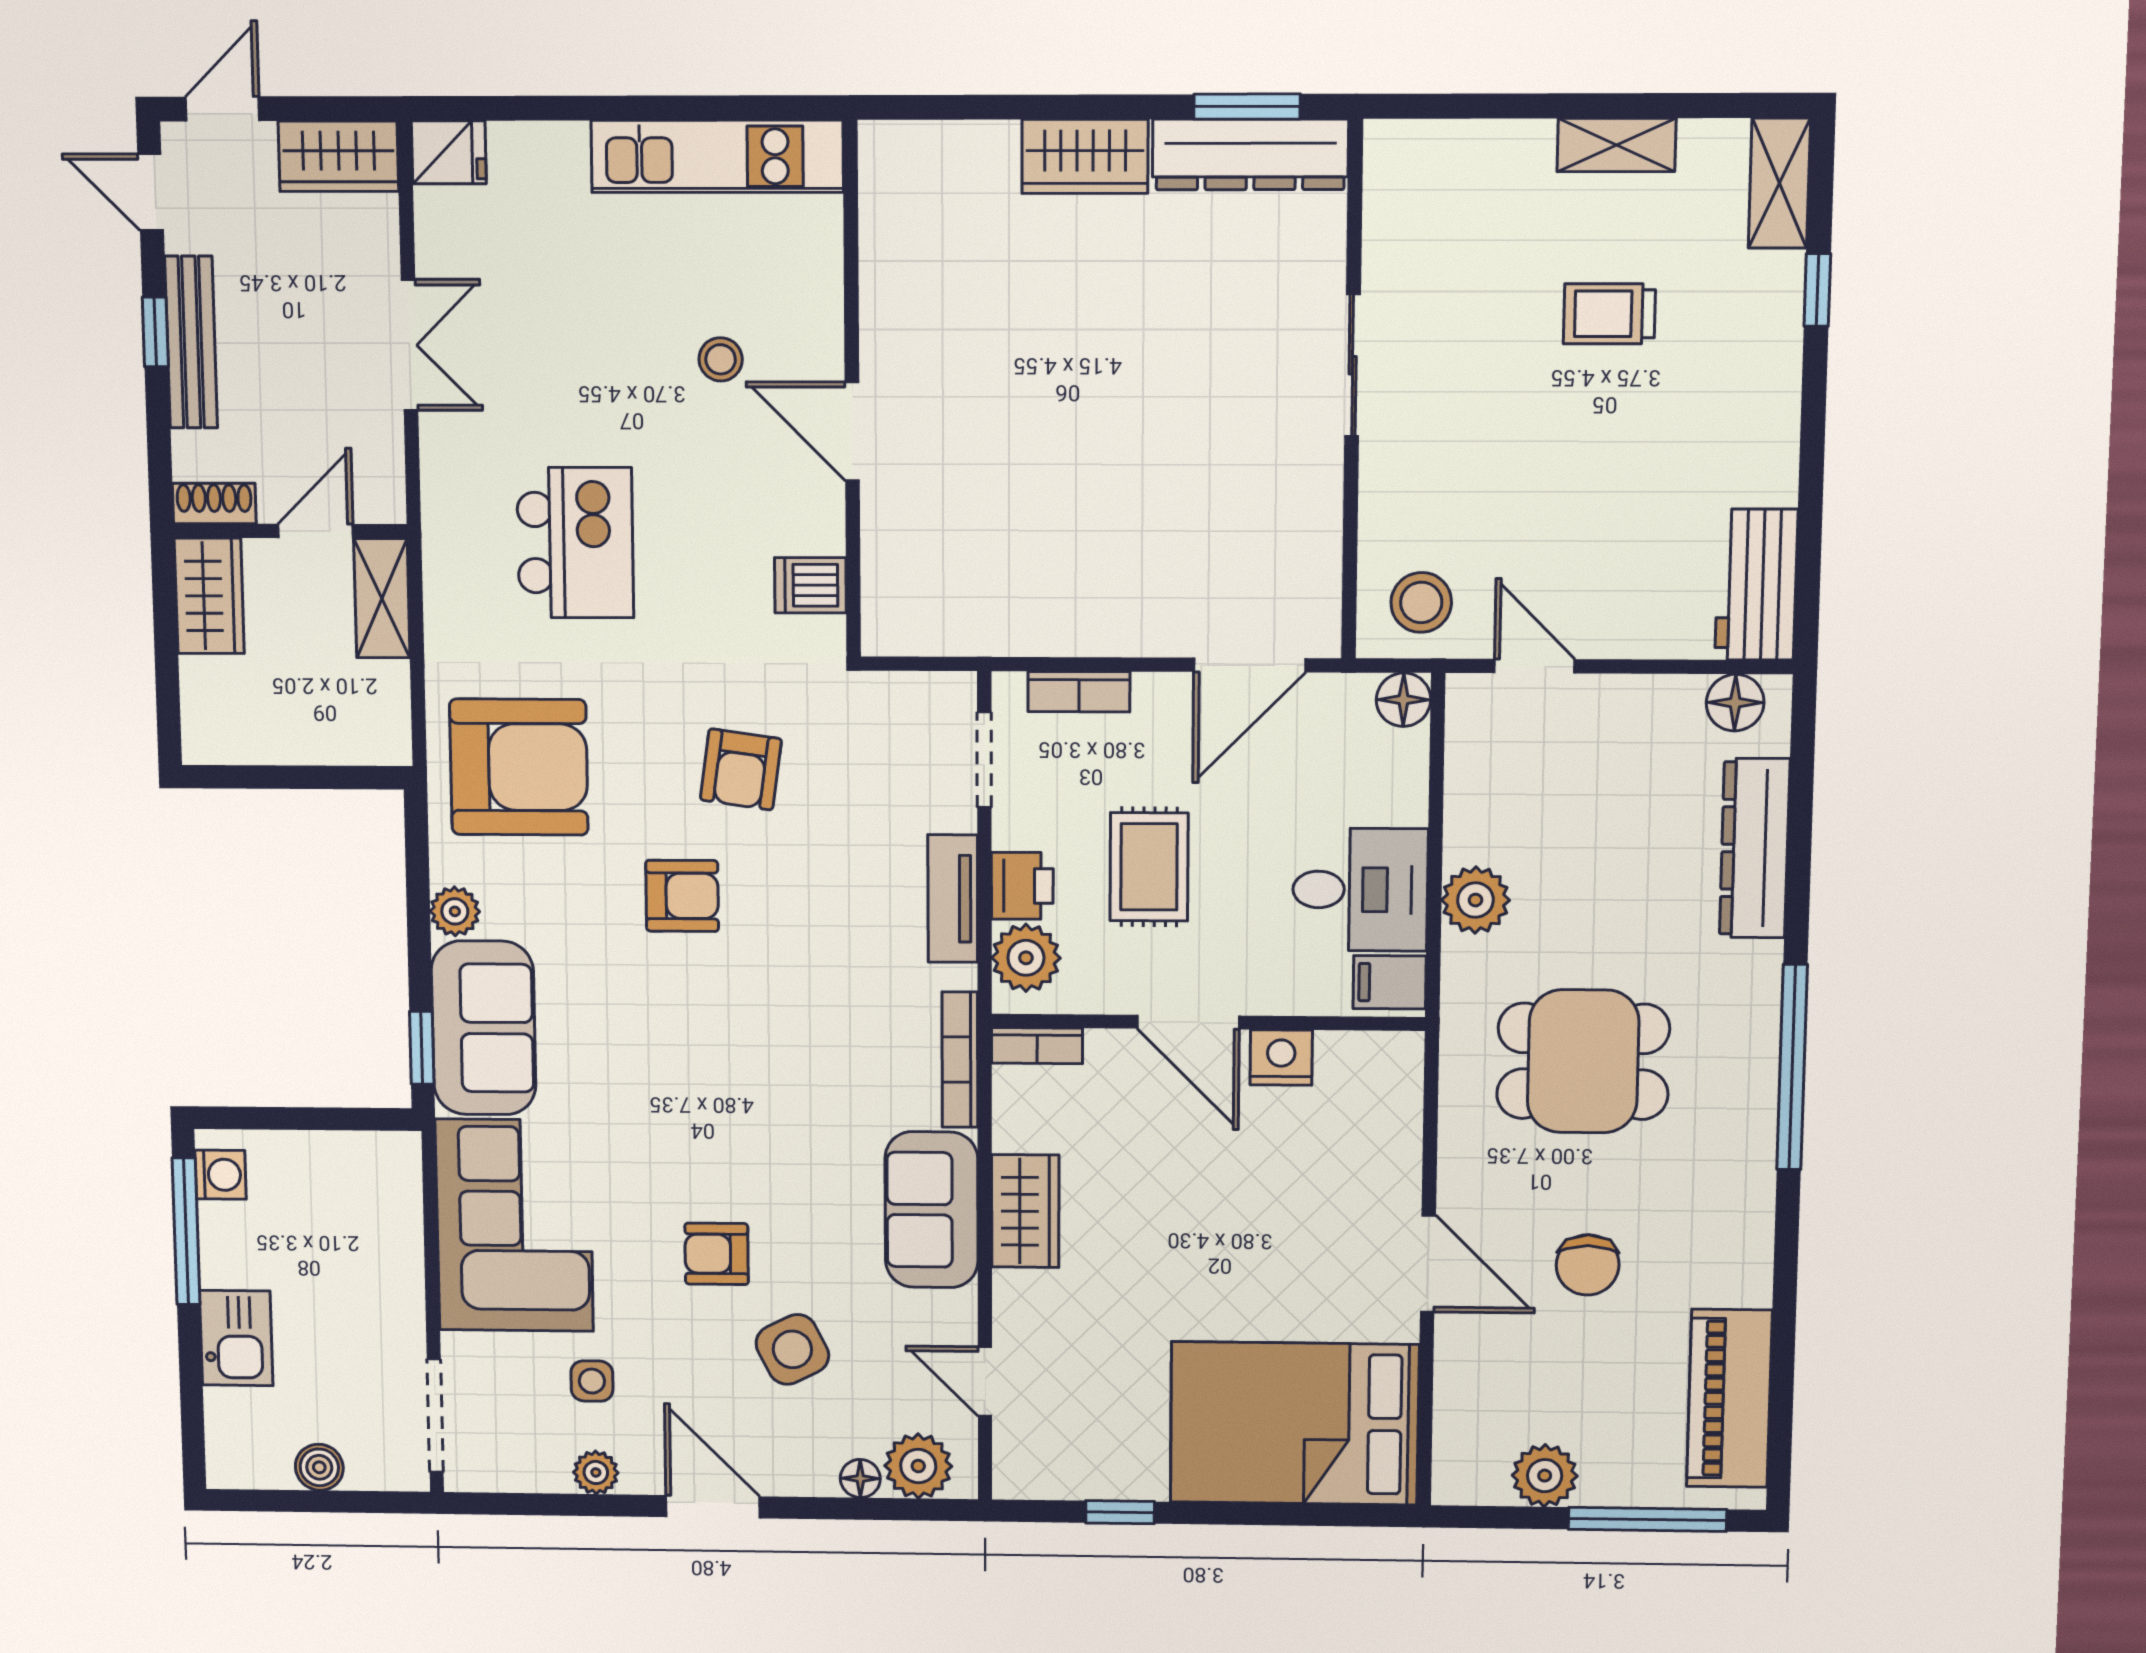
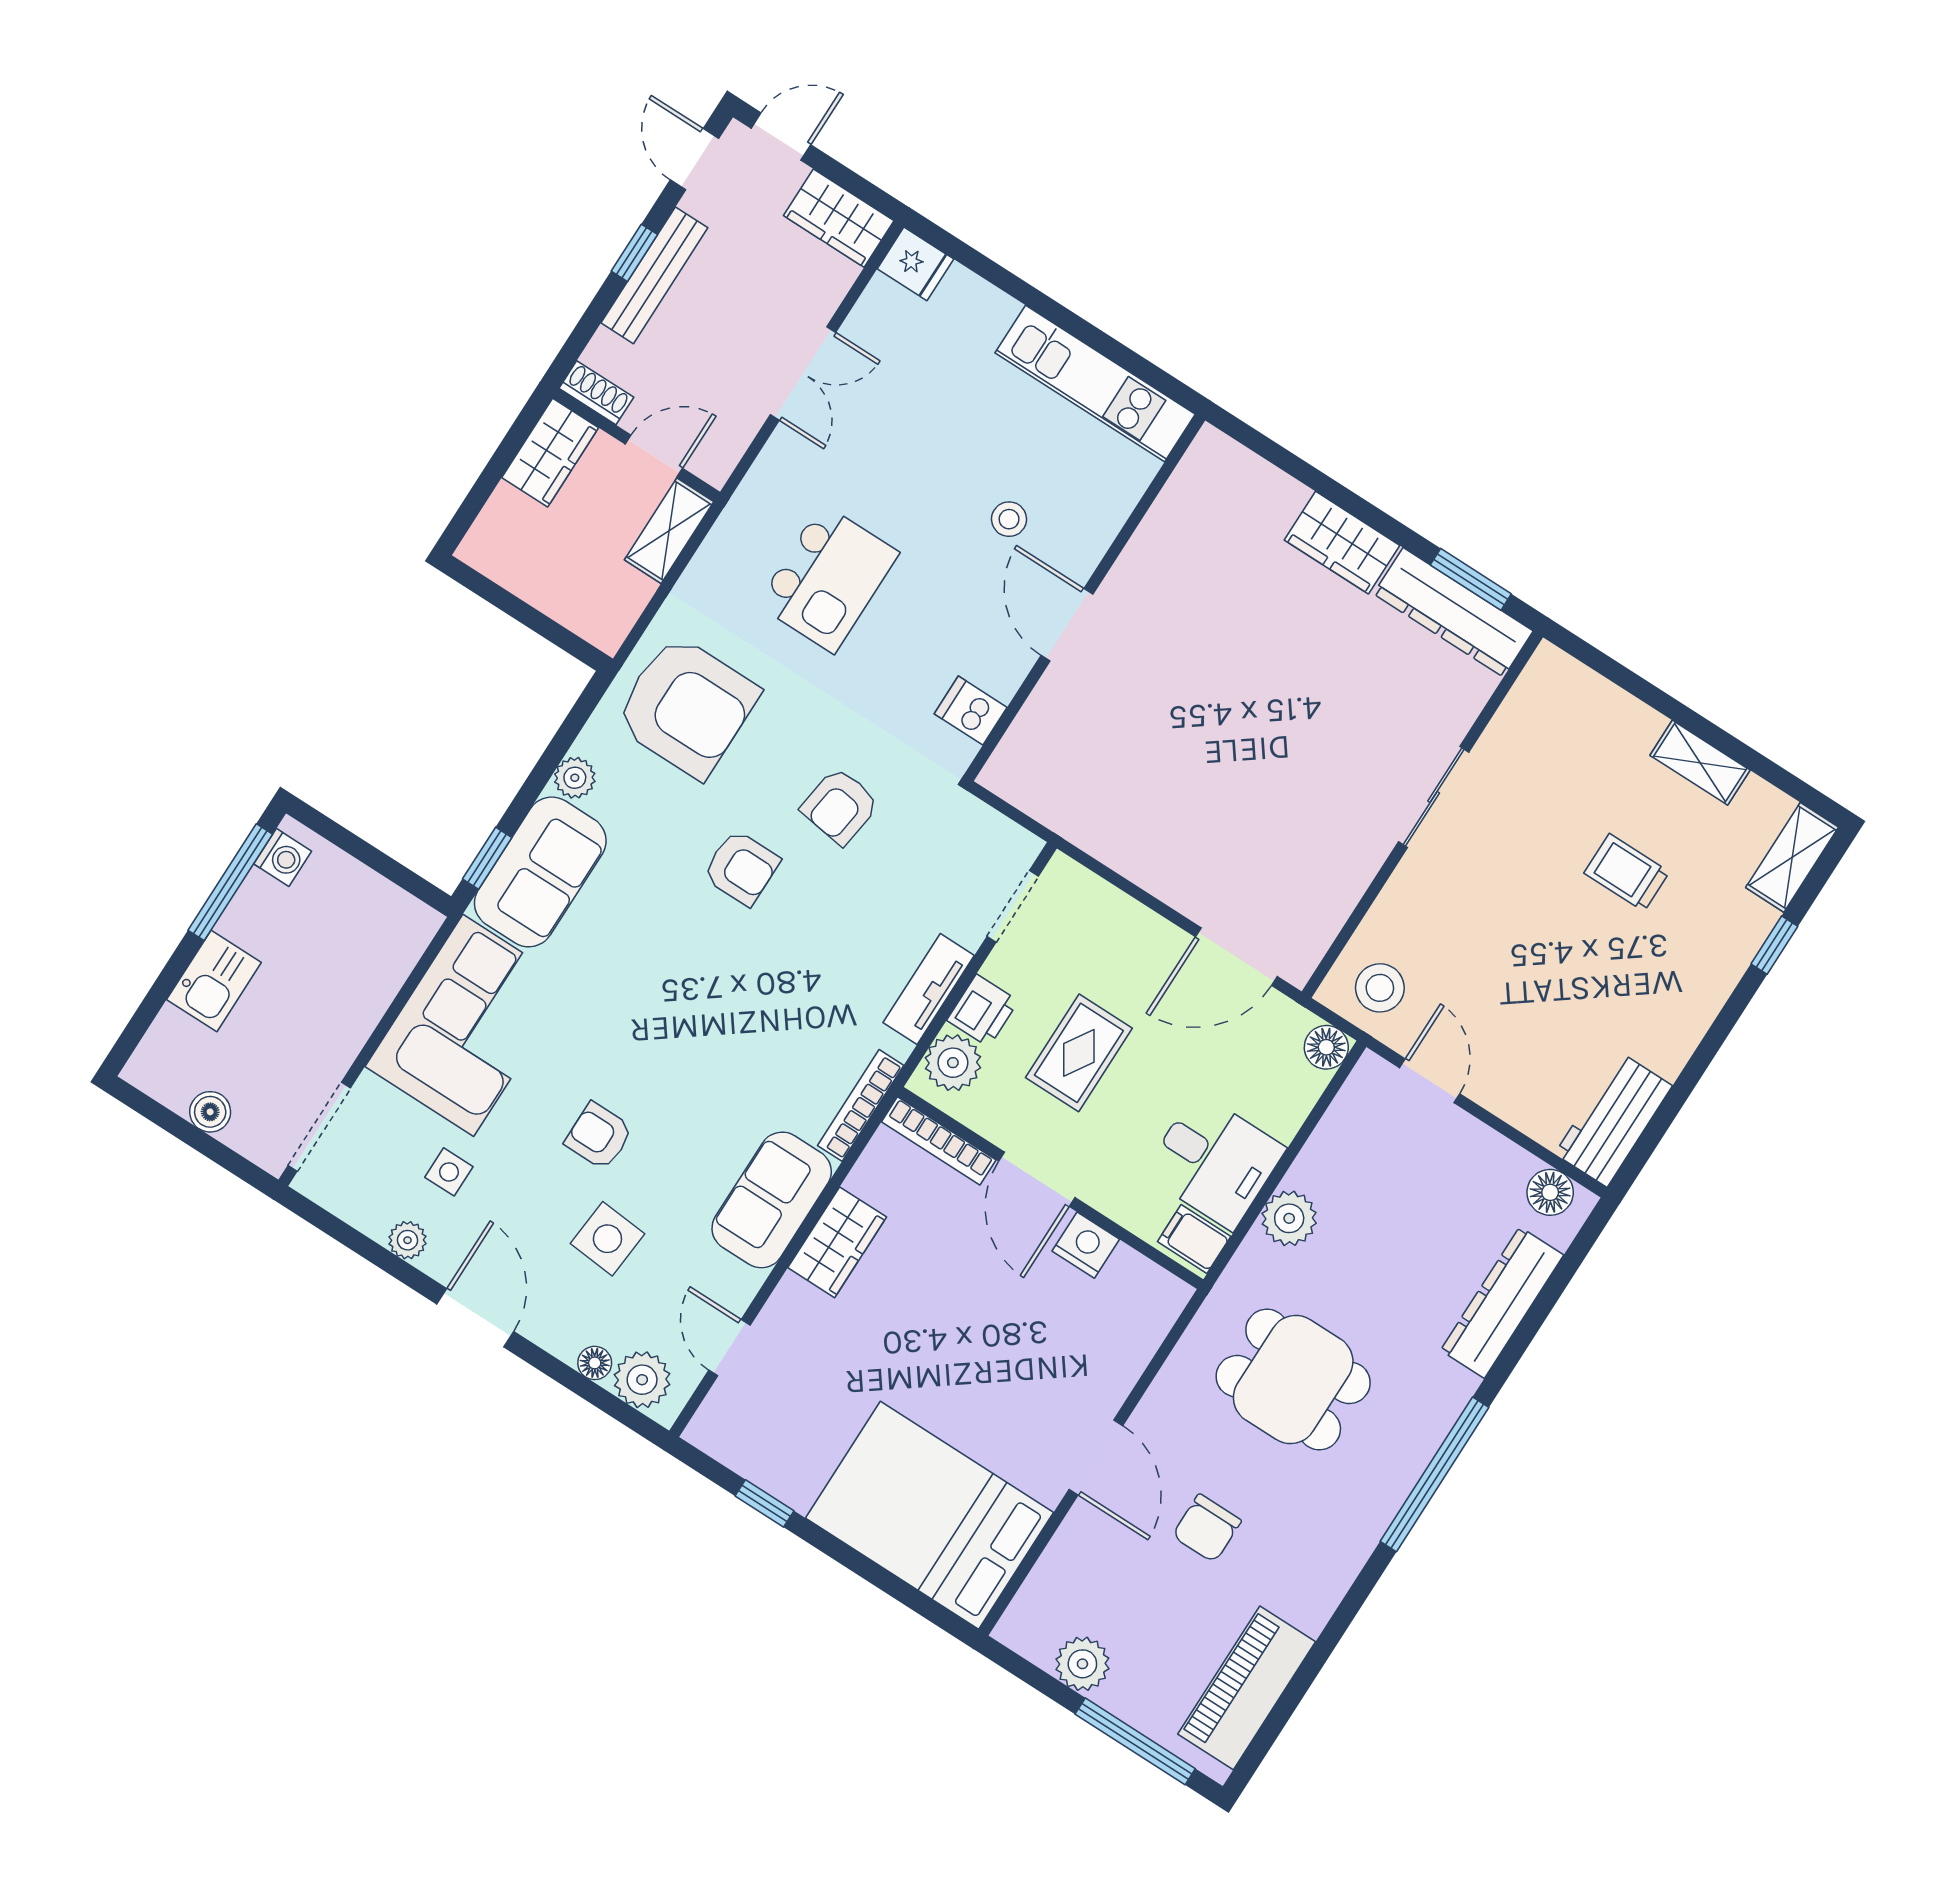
bookcase: (1079, 692) -> (1108, 901), removed
bookcase: (1037, 1046) -> (939, 1141), width x1.56
side table: (792, 1349) -> (607, 1239), turned 32

